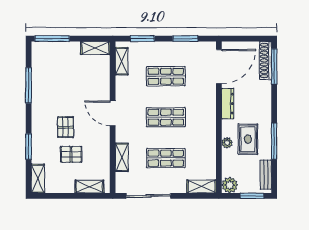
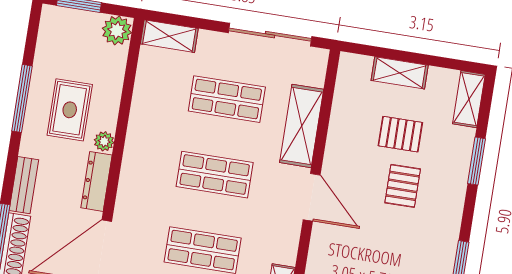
plant: (227, 143) -> (104, 141), moved
shelving: (122, 157) -> (302, 126), width x1.50, depth x1.33
bench: (266, 175) -> (24, 185), moved
shelving: (89, 187) -> (400, 73), moved

